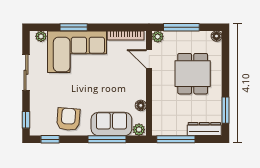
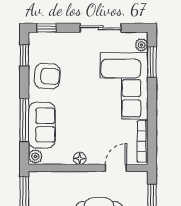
window: (74, 27) -> (152, 62), moved
plant: (158, 37) -> (141, 178), removed
floor lamp: (141, 105) -> (80, 158), moved

